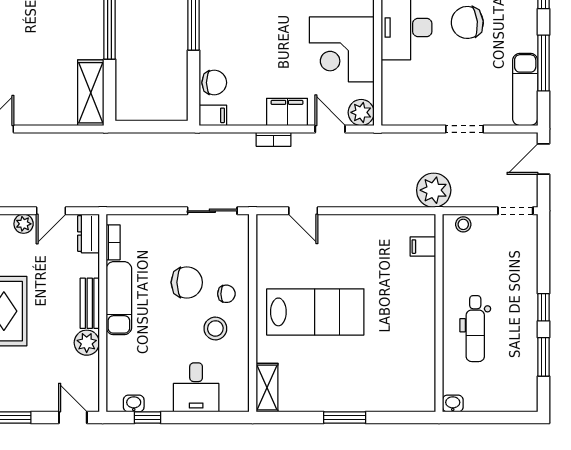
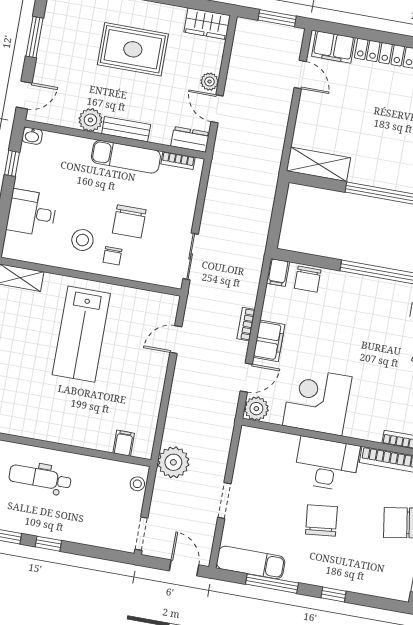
washbasin: (134, 403) -> (32, 136), moved, turned 90

